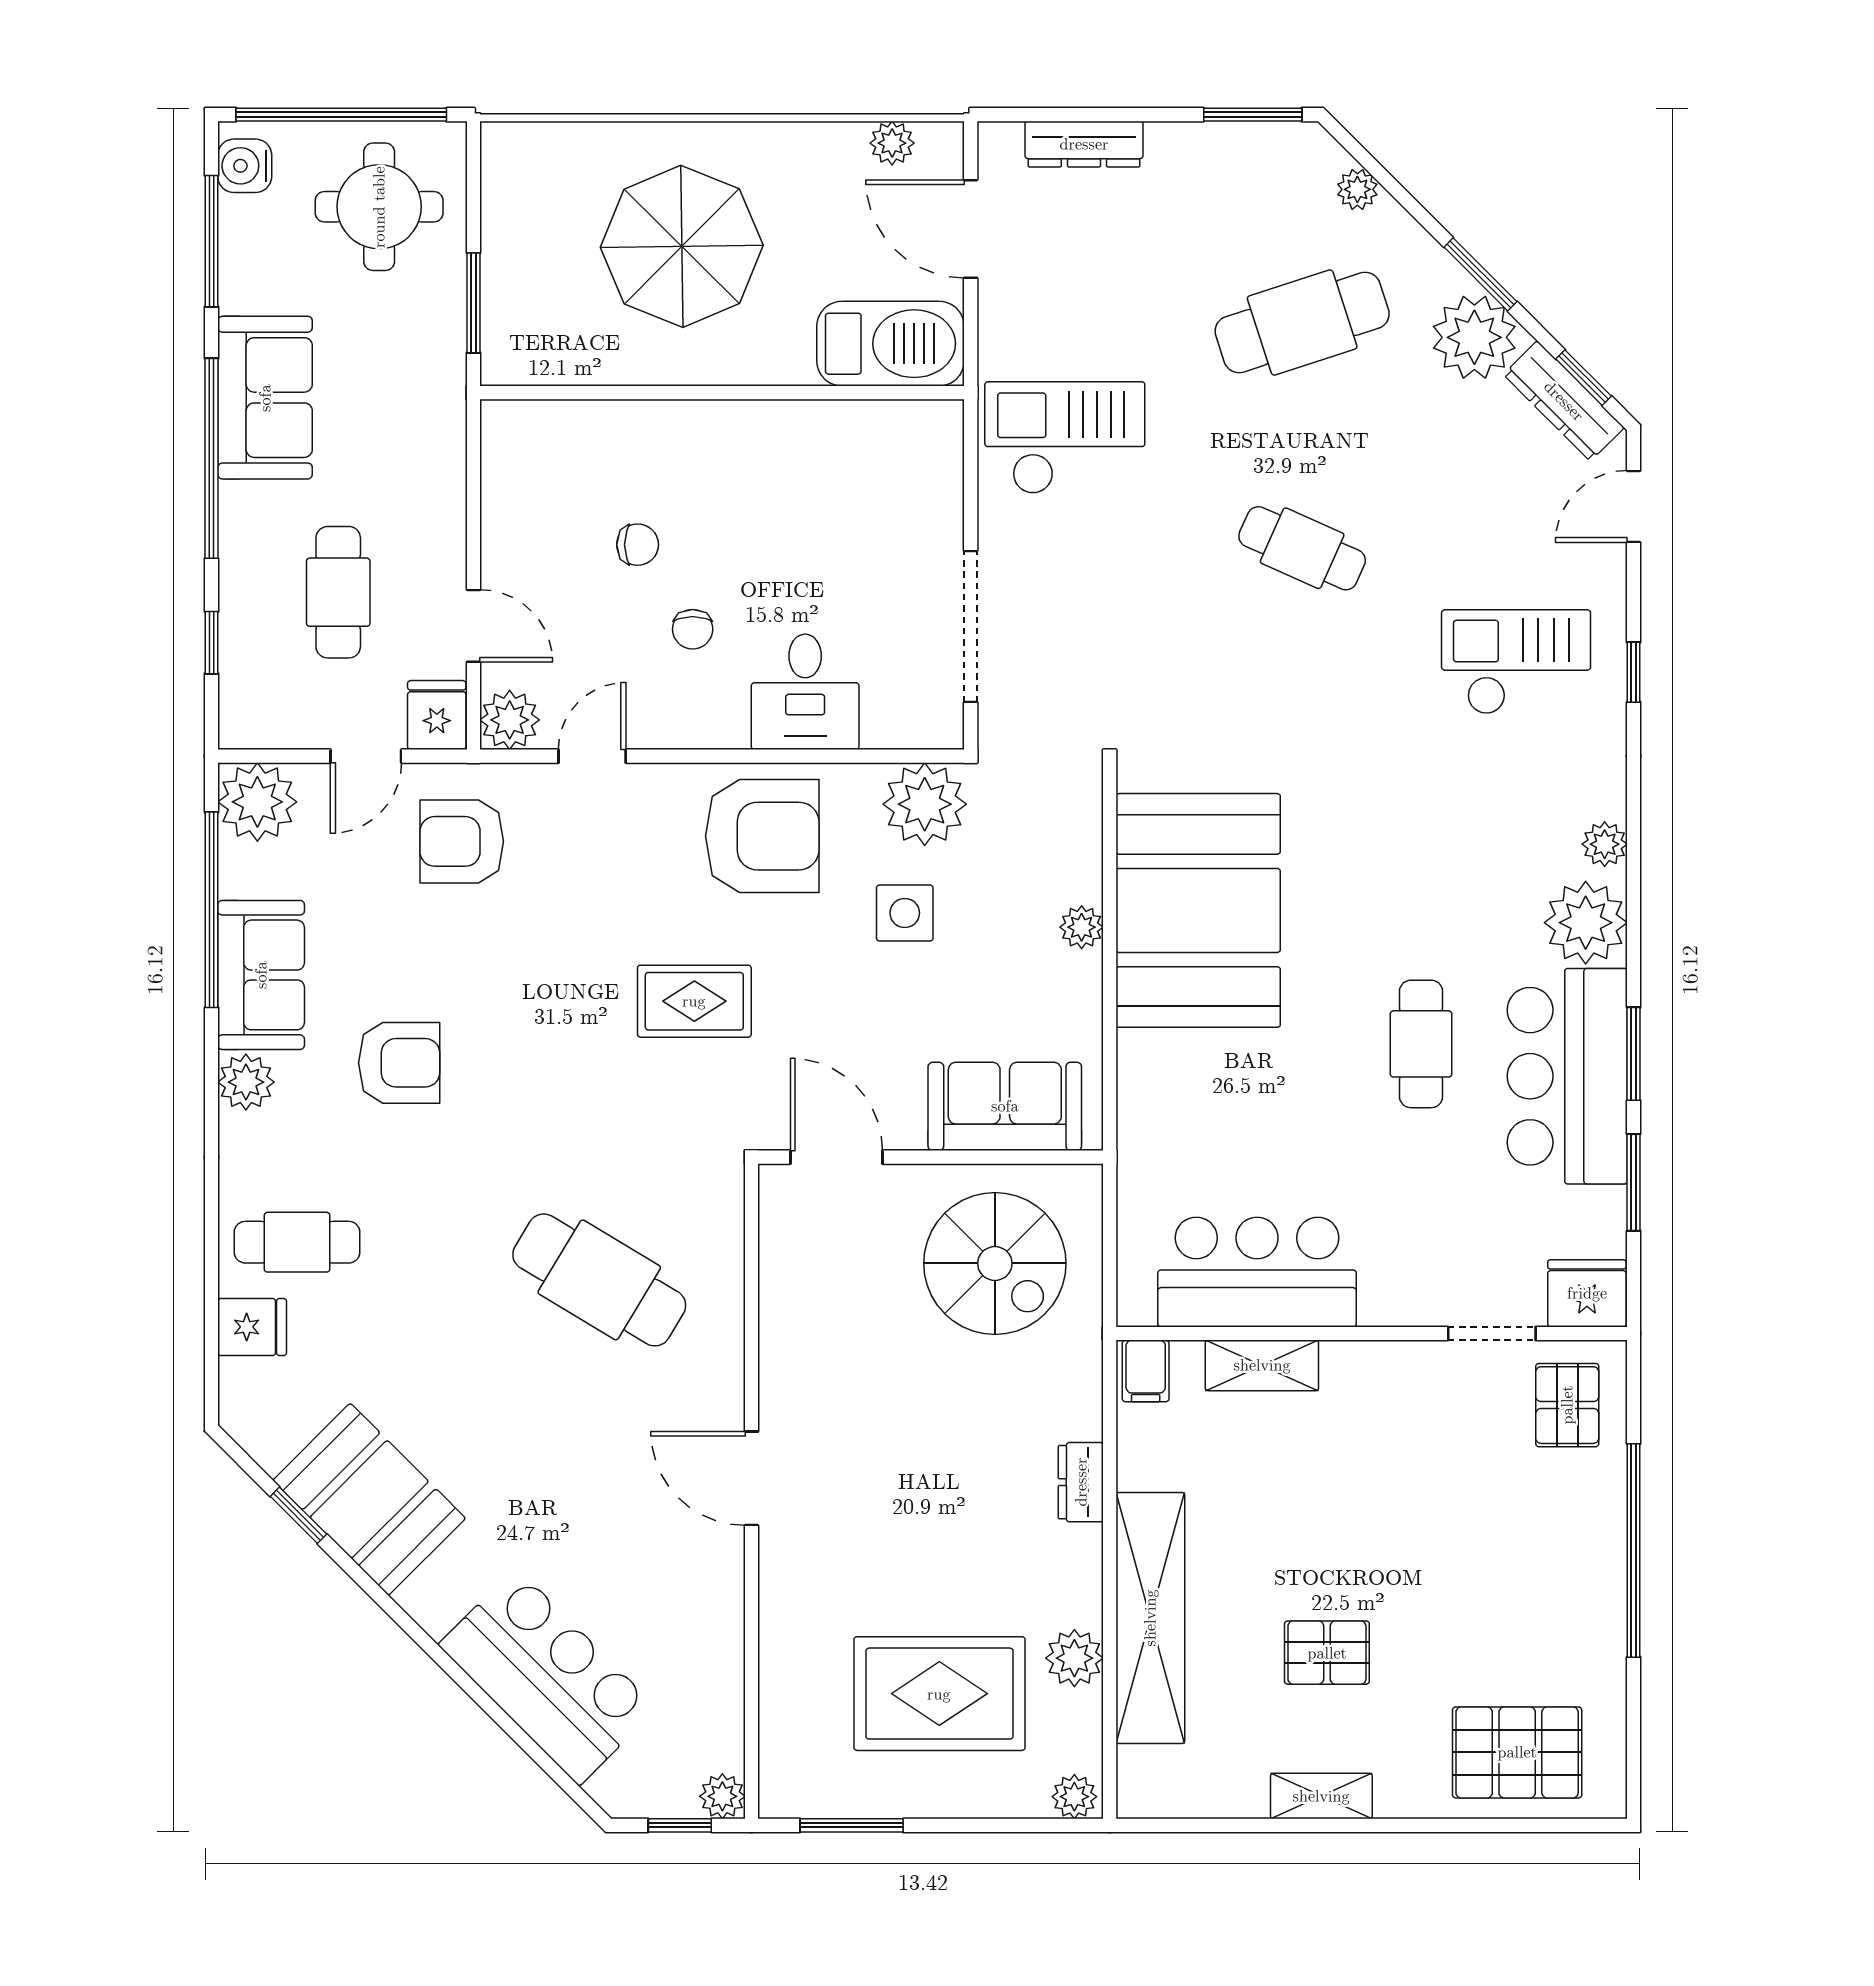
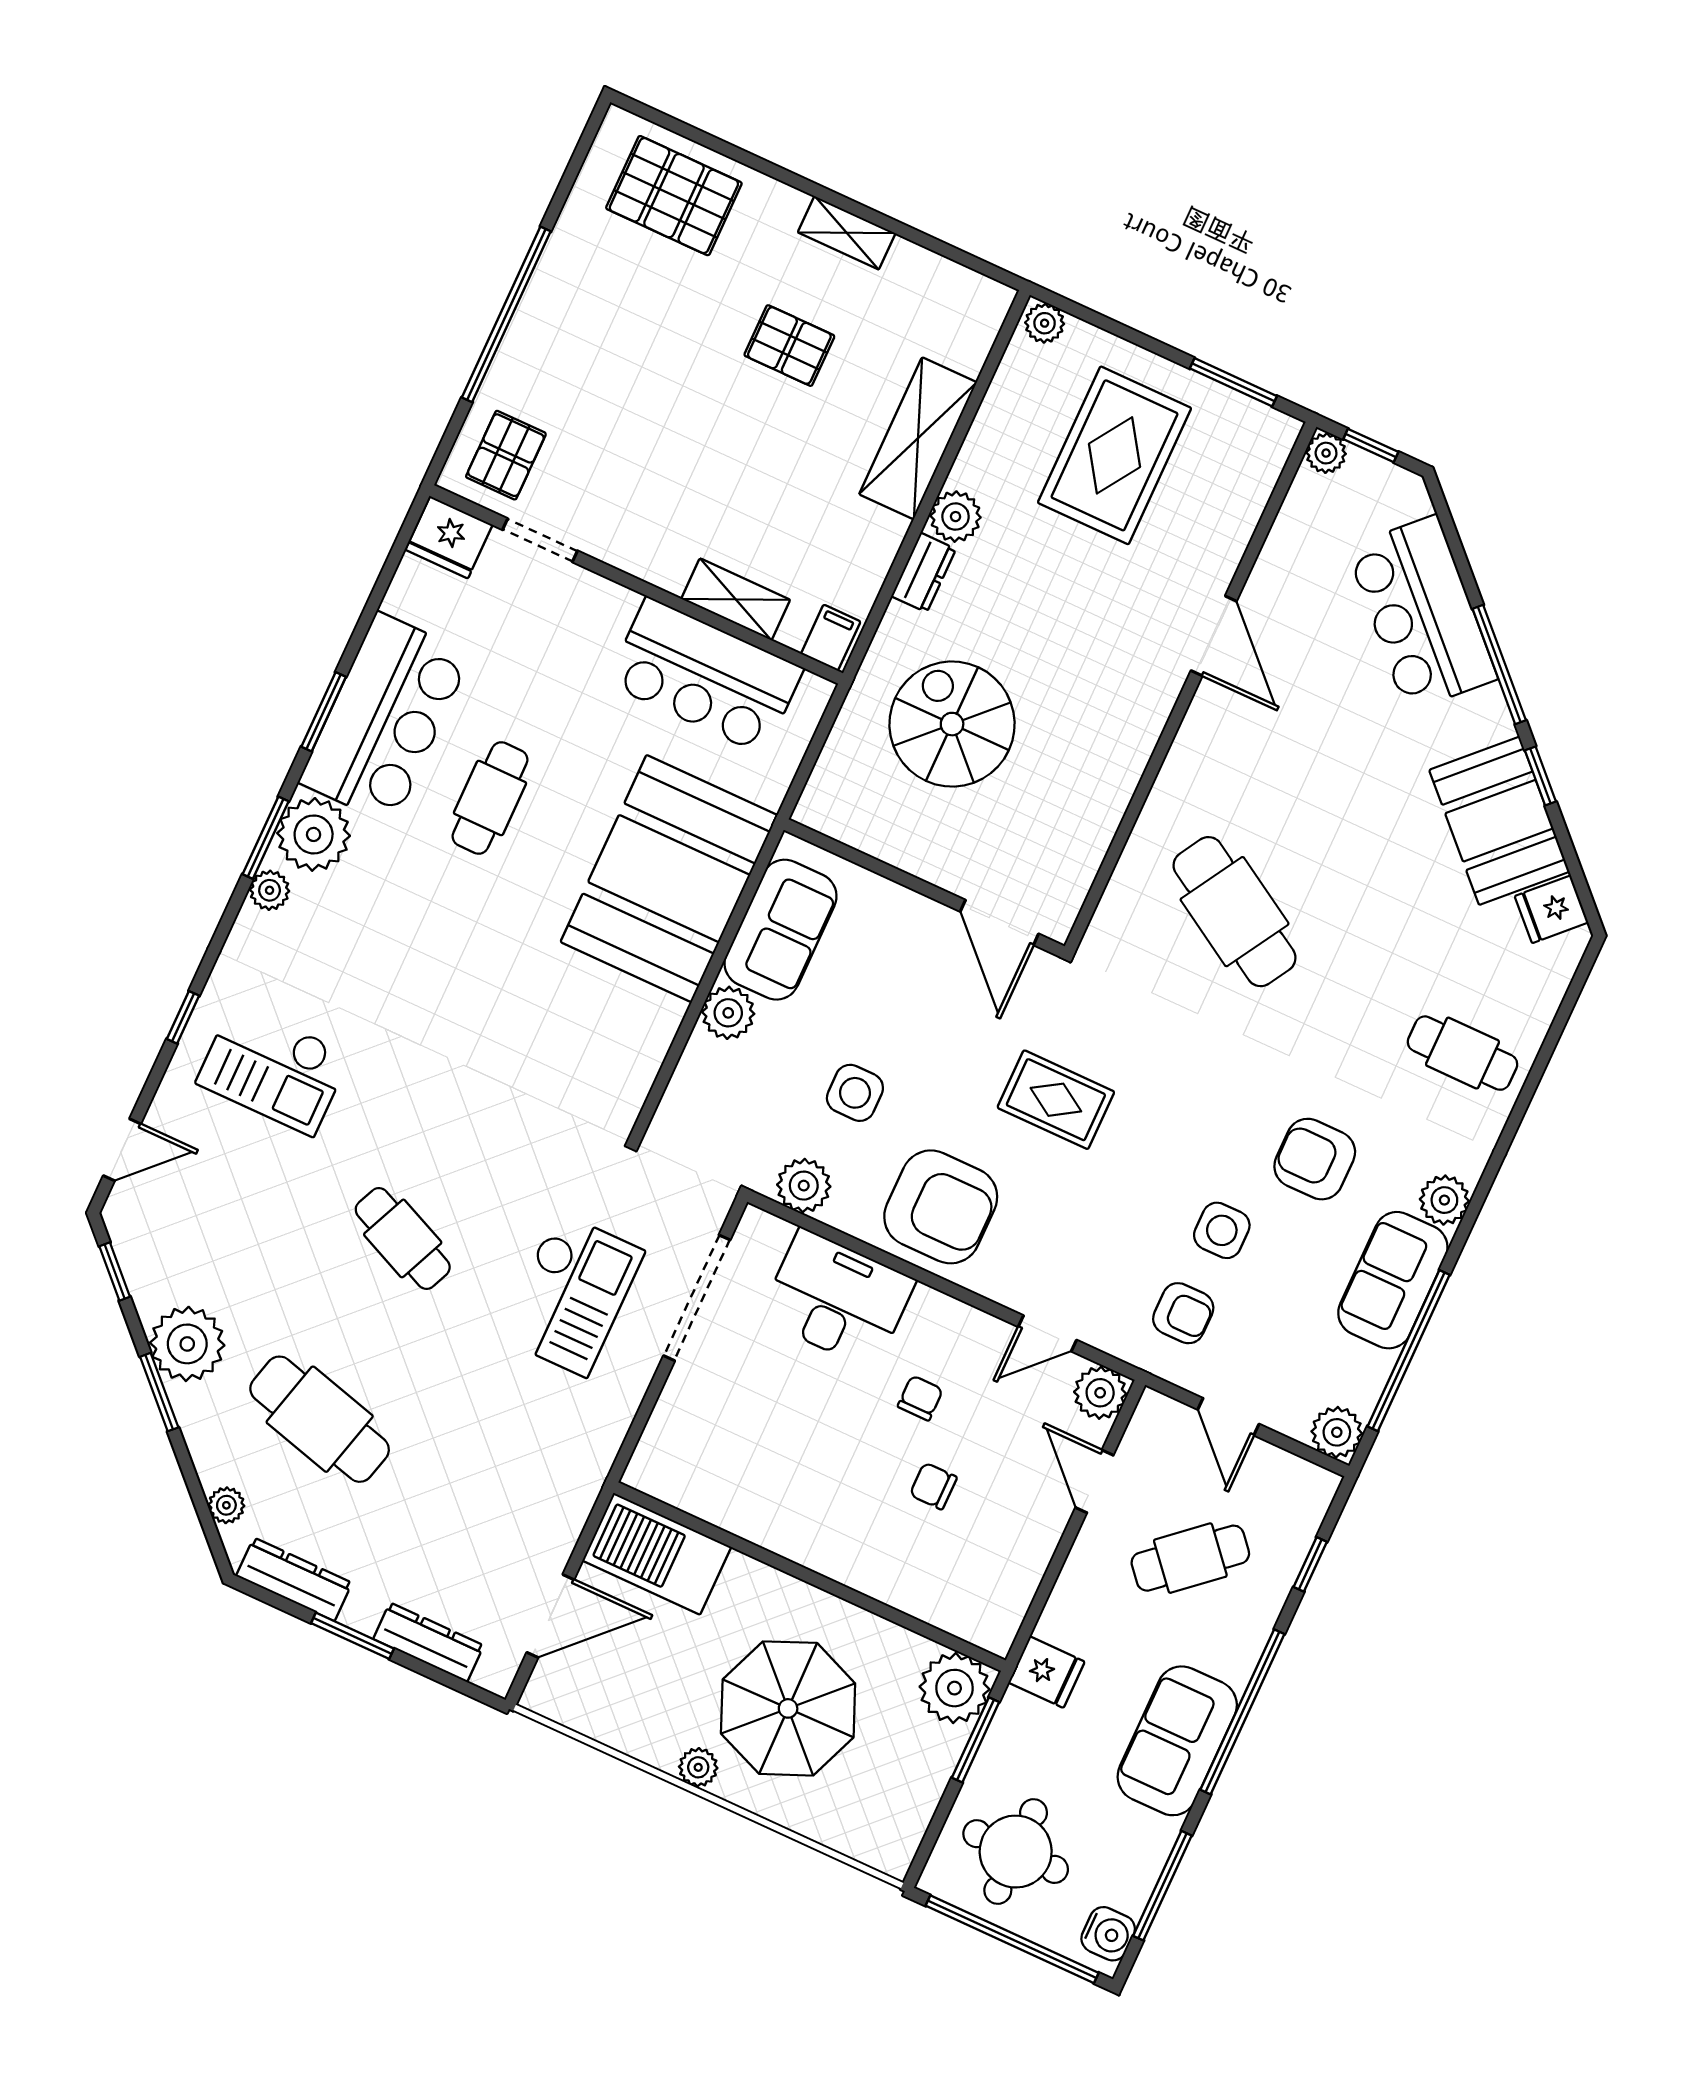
window: (1253, 115) -> (352, 1636), moved
plant: (892, 143) -> (698, 1767), moved
door: (971, 229) -> (550, 1616), hinge flipped
cafe table: (1302, 322) -> (320, 1419), turned 33
plant: (520, 346) -> (955, 1688), added
dresser: (1564, 401) -> (294, 1579), moved, turned -45
checkout: (1065, 438) -> (572, 1294), moved, turned -90
cafe table: (338, 592) -> (1190, 1558), turned 49
desk: (805, 692) -> (837, 1299), width x1.37
fridge: (437, 715) -> (1047, 1672), moved, turned -90
door: (366, 756) -> (1228, 1417), swing flipped
plant: (257, 802) -> (1337, 1432), width x0.73, depth x0.73
plant: (925, 804) -> (804, 1186), width x0.73, depth x0.73
armchair: (762, 836) -> (941, 1207), turned 180
armchair: (462, 841) -> (1183, 1313), width x0.72, depth x0.72
booth: (1198, 910) -> (669, 879), moved
plant: (1082, 927) -> (728, 1013), width x1.38, depth x1.38
side table: (461, 945) -> (1222, 1230), added
sofa: (1005, 1106) -> (781, 930), moved, turned -90
window: (1634, 1182) -> (266, 838), moved
spiral stairs: (995, 1263) -> (952, 724), moved
fridge: (252, 1327) -> (1552, 909), moved, turned -45
door: (751, 1478) -> (1214, 636), moved
window: (298, 1515) -> (1540, 776), moved
shelving: (1150, 1618) -> (918, 438), width x0.68
plant: (1074, 1658) -> (956, 517), moved
window: (443, 1660) -> (1499, 665), added
rug: (939, 1694) -> (1114, 455), turned 90

